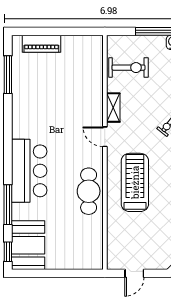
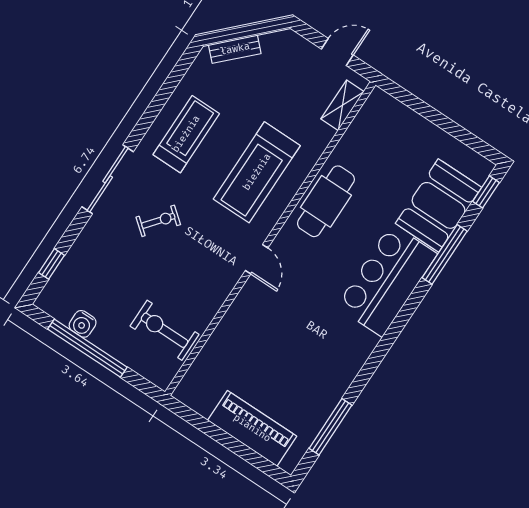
piano: (41, 44) -> (252, 428), width x1.37, depth x1.33
shelving: (113, 108) -> (342, 105), moved
booth: (28, 245) -> (439, 205), moved

